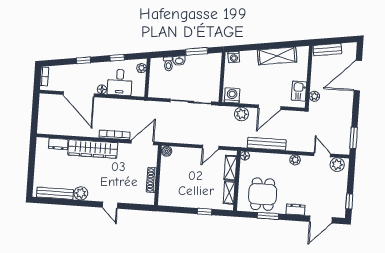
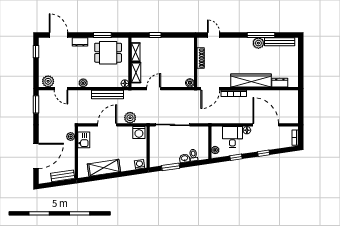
dining table: (263, 194) -> (108, 53), turned 90
window: (77, 203) -> (261, 35), added
door: (110, 205) -> (214, 35), moved
door: (321, 219) -> (58, 35), hinge flipped

